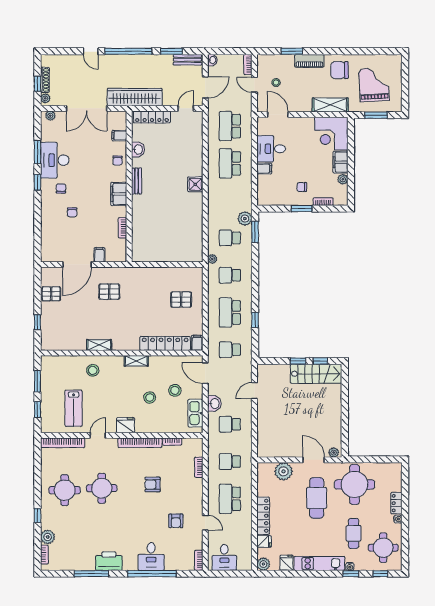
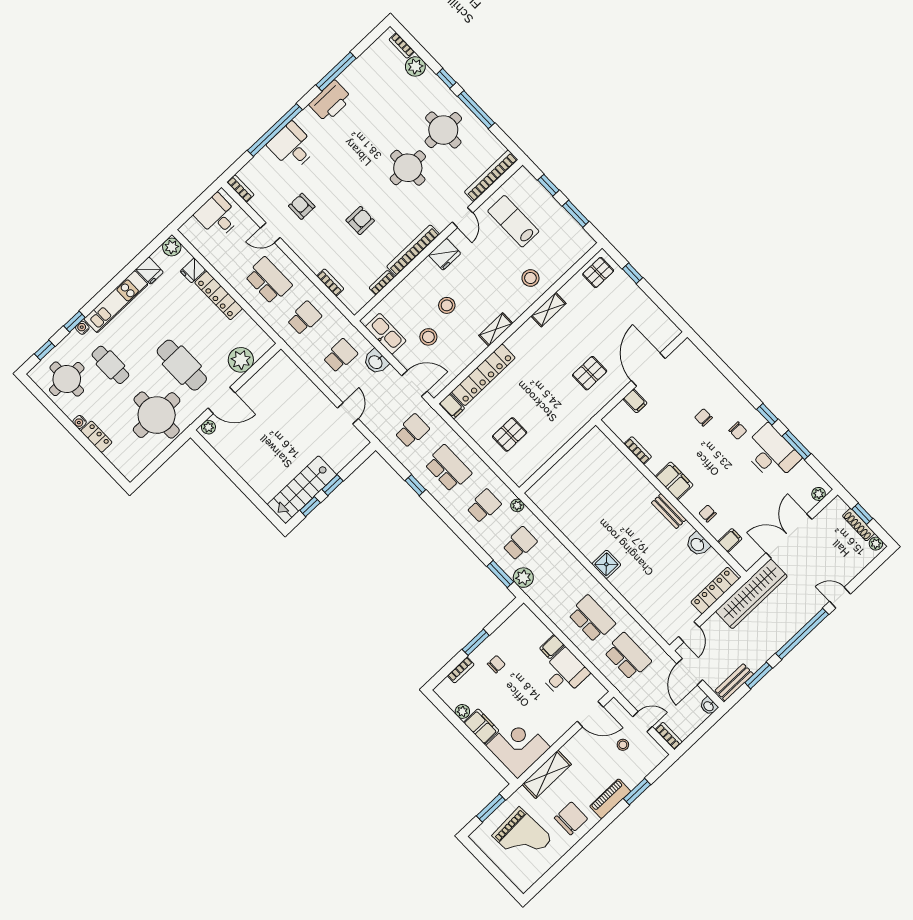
plant: (45, 98) -> (876, 544), moved
pallet: (51, 294) -> (598, 272), moved
window: (37, 485) -> (476, 110), added

